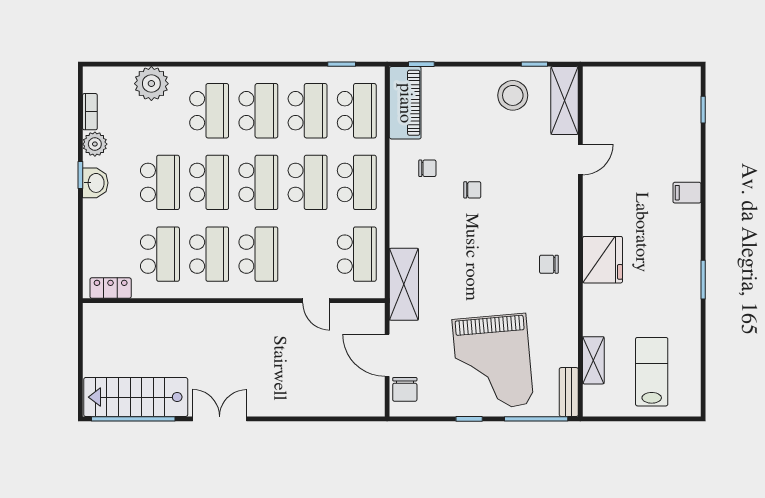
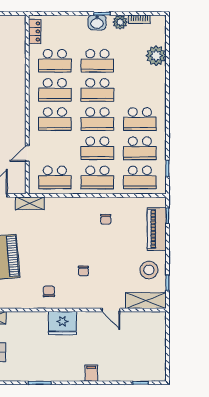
piano: (405, 103) -> (157, 229), moved, turned 90
school desk: (209, 111) -> (140, 90), removed
chair: (472, 190) -> (83, 271), moved
fridge: (603, 260) -> (62, 323), moved
shelving: (404, 284) -> (30, 203), width x0.67, depth x0.75

